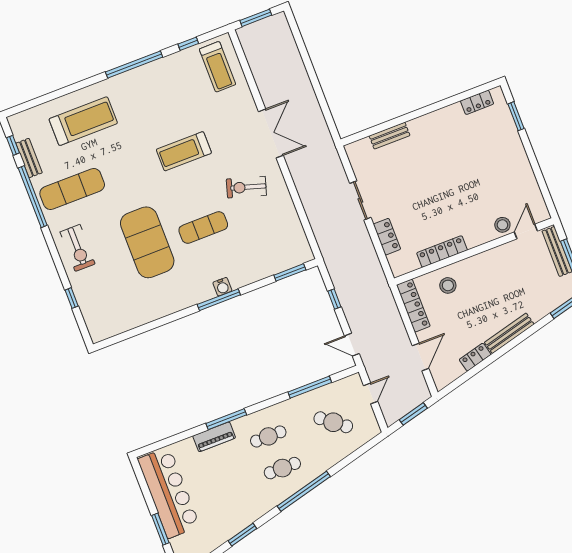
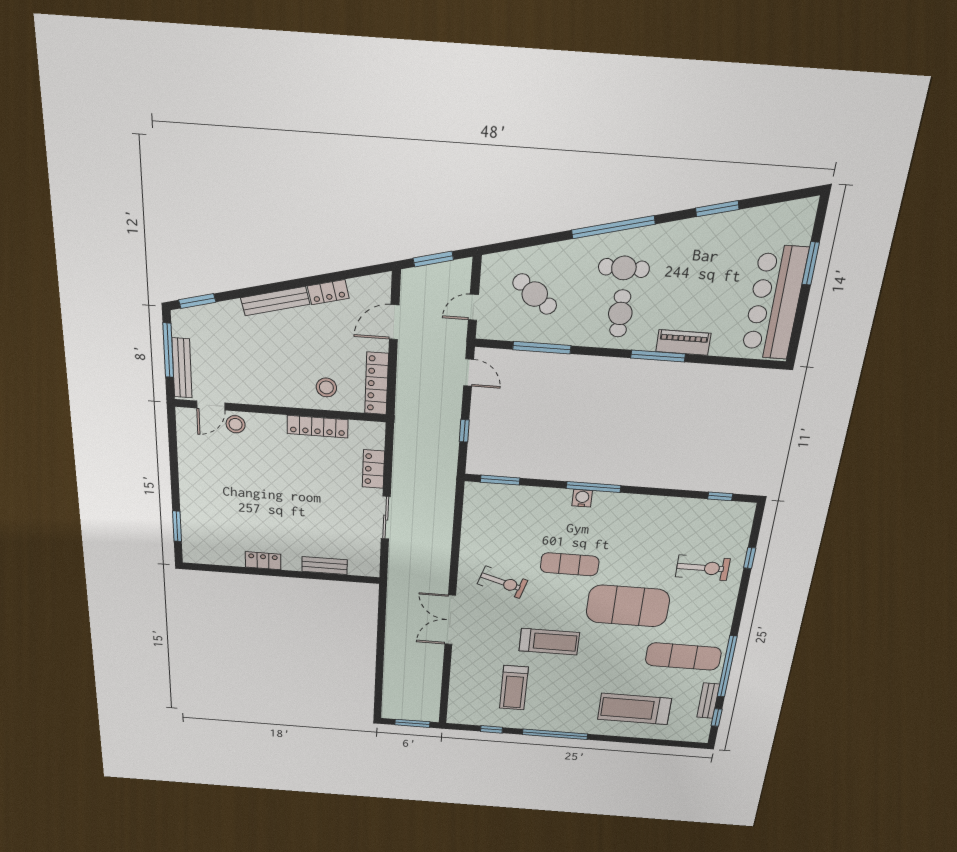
treadmill: (218, 67) -> (514, 688), moved, turned 180
locker: (477, 102) -> (263, 561), moved
exercise mat: (147, 242) -> (628, 606), moved, turned 90
exercise bike: (78, 248) -> (703, 568), moved, turned 90
window: (123, 337) -> (720, 496), added
cafe table: (268, 436) -> (620, 313), turned 90

